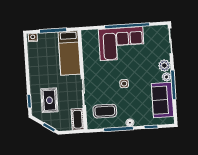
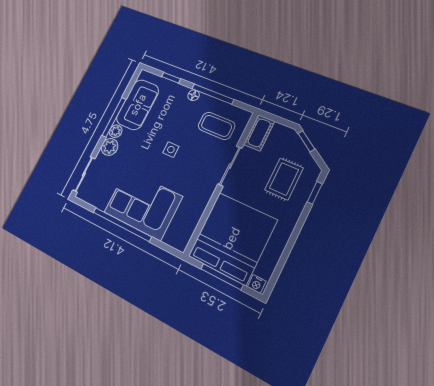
bed: (69, 53) -> (232, 238), width x2.04

